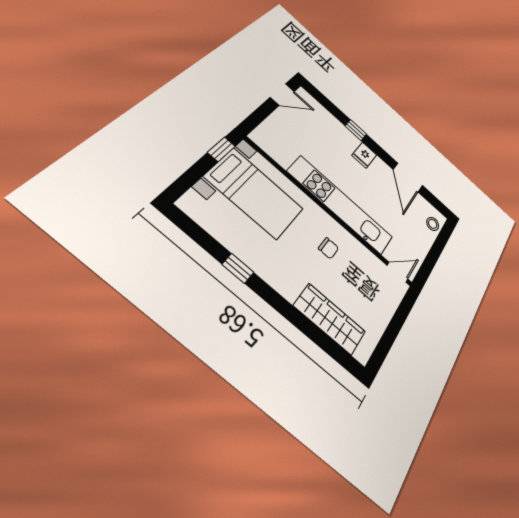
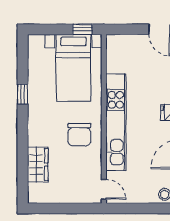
chair: (329, 248) -> (79, 135), width x1.87, depth x1.87
wardrobe: (330, 319) -> (38, 164), width x0.67

